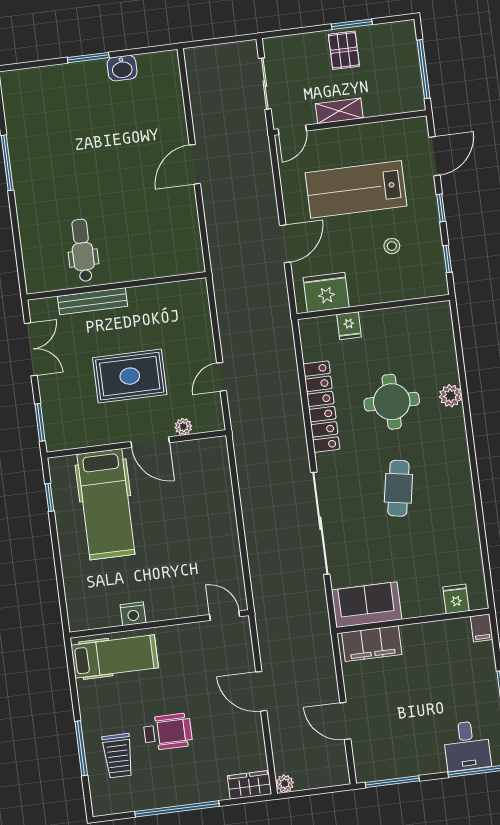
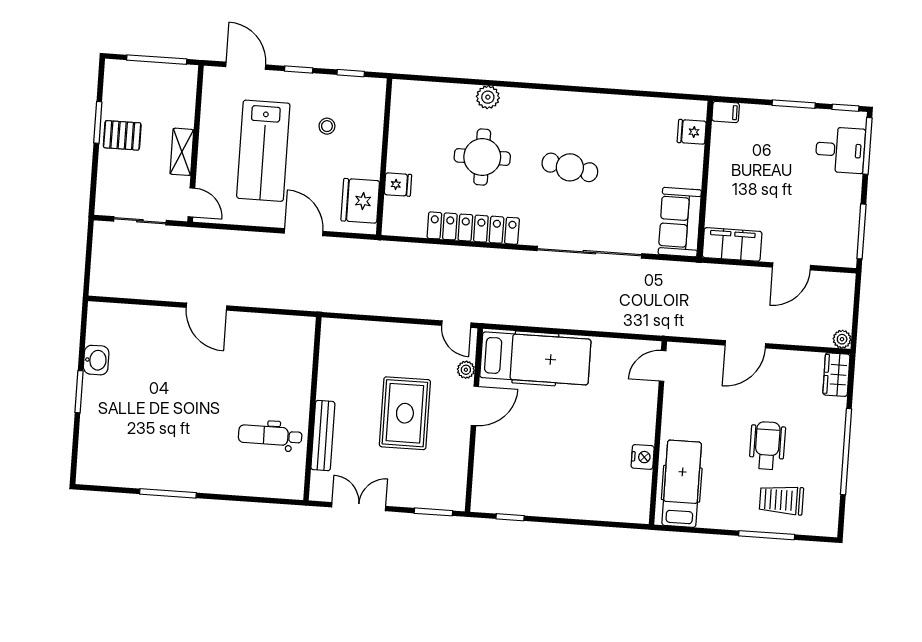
door: (222, 377) -> (456, 324), moved
hospital bed: (106, 504) -> (535, 358), moved
filing cabinet: (372, 644) -> (732, 244), moved, turned -90
trolley: (118, 756) -> (781, 500), turned 180

